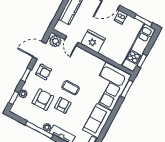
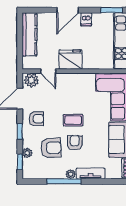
armchair: (43, 100) -> (51, 148), turned 87

